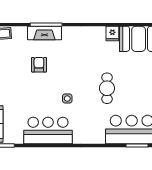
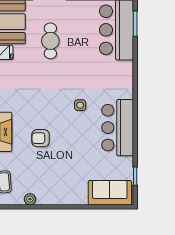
cafe table: (107, 88) -> (50, 41), moved, turned 90

